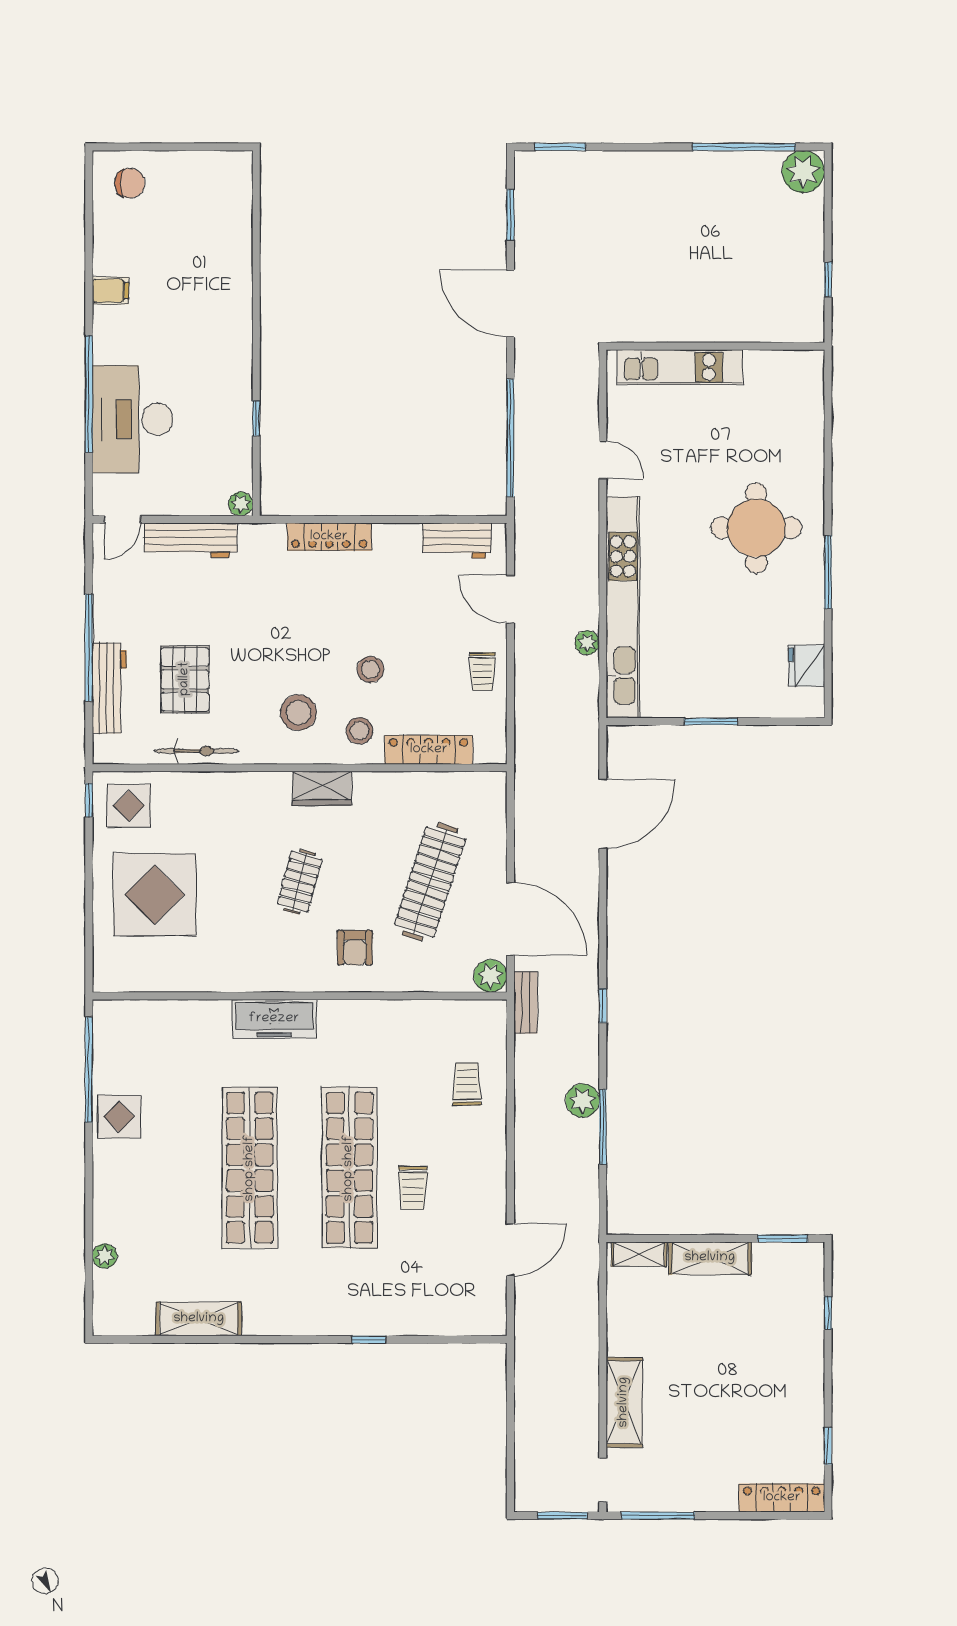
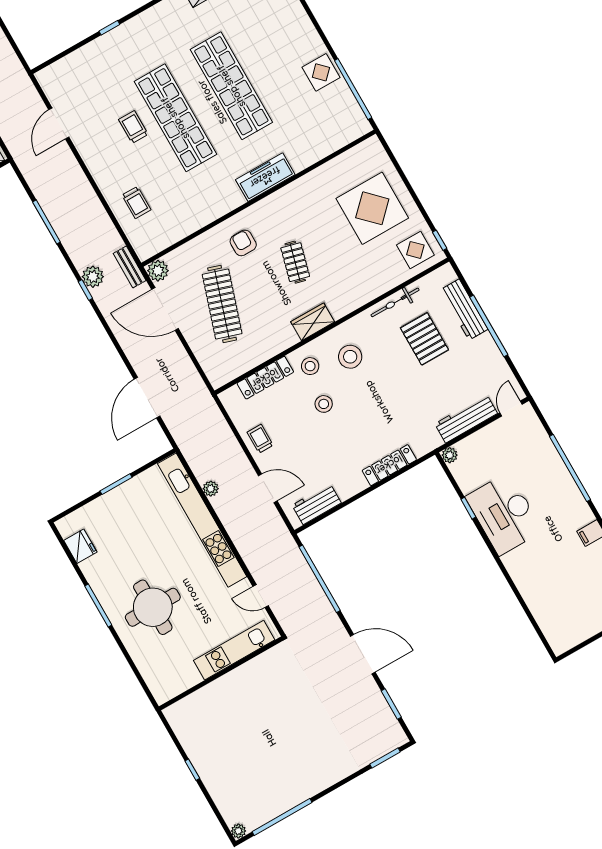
plant: (803, 172) -> (238, 831), width x0.53, depth x0.53
wall: (715, 346) -> (221, 673), moved
kitchen unit: (680, 367) -> (234, 650), moved
desk: (133, 419) -> (504, 514), moved, turned 180
plant: (582, 1101) -> (93, 277), moved

